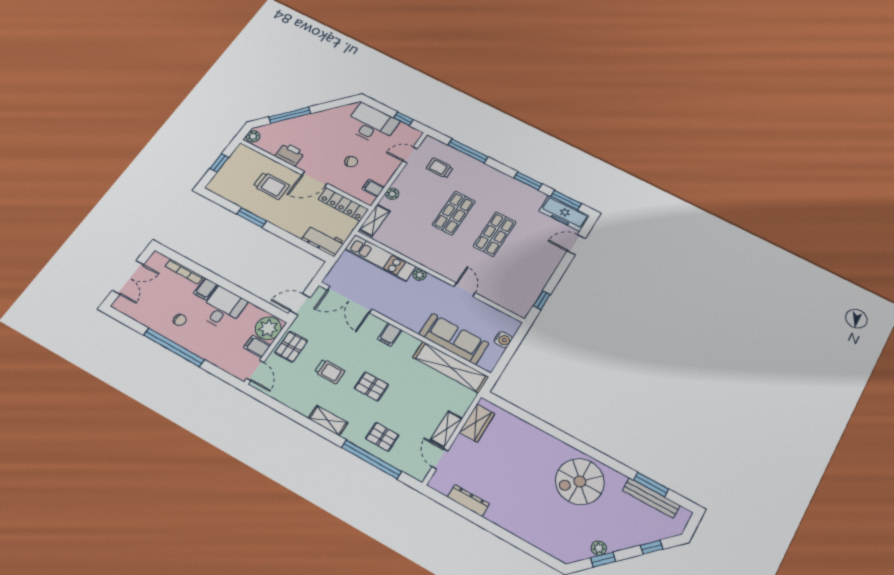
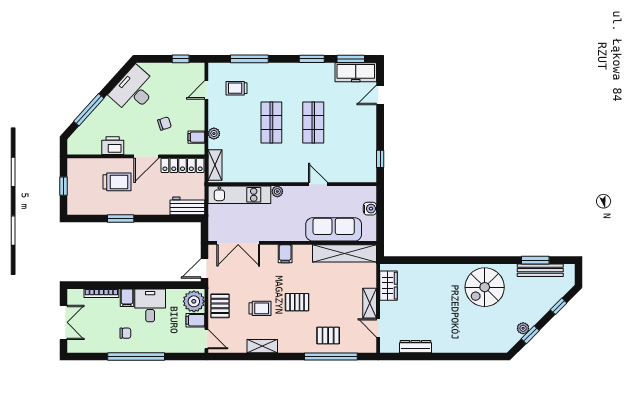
desk: (371, 124) -> (134, 90), moved, turned -48
plant: (253, 136) -> (73, 147), removed
shelving: (328, 420) -> (262, 346), moved

